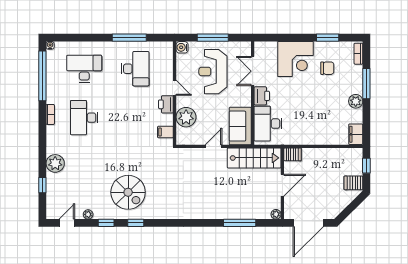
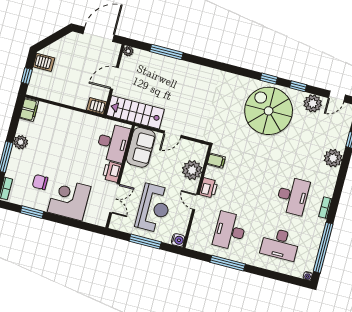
spiral stairs: (128, 192) -> (269, 111), width x1.37, depth x1.37
plant: (88, 214) -> (313, 103), width x1.87, depth x1.87

